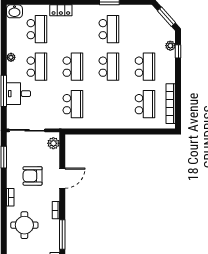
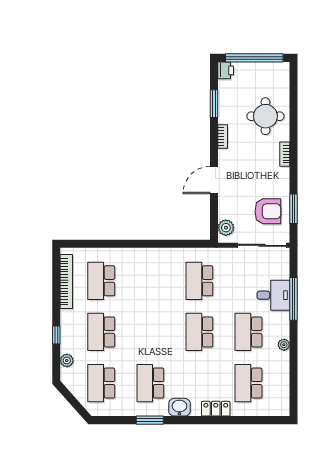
washbasin: (14, 11) -> (179, 407), moved
window: (167, 17) -> (72, 400), removed
window: (178, 51) -> (56, 335), moved
school desk: (109, 67) -> (101, 383), moved
armchair: (33, 176) -> (268, 211), moved
window: (62, 234) -> (214, 104), width x0.69

